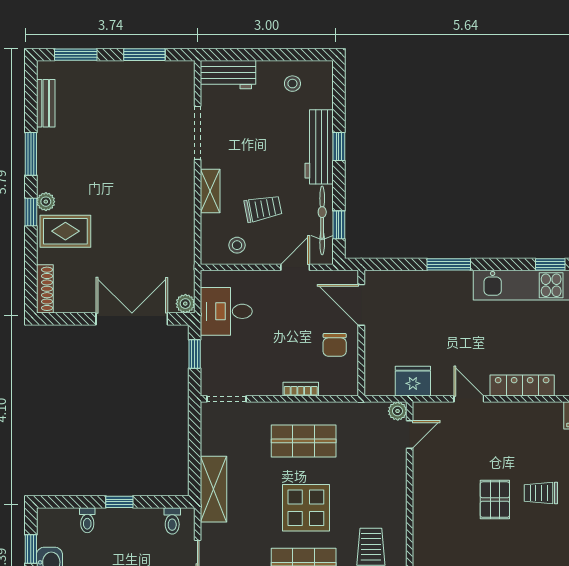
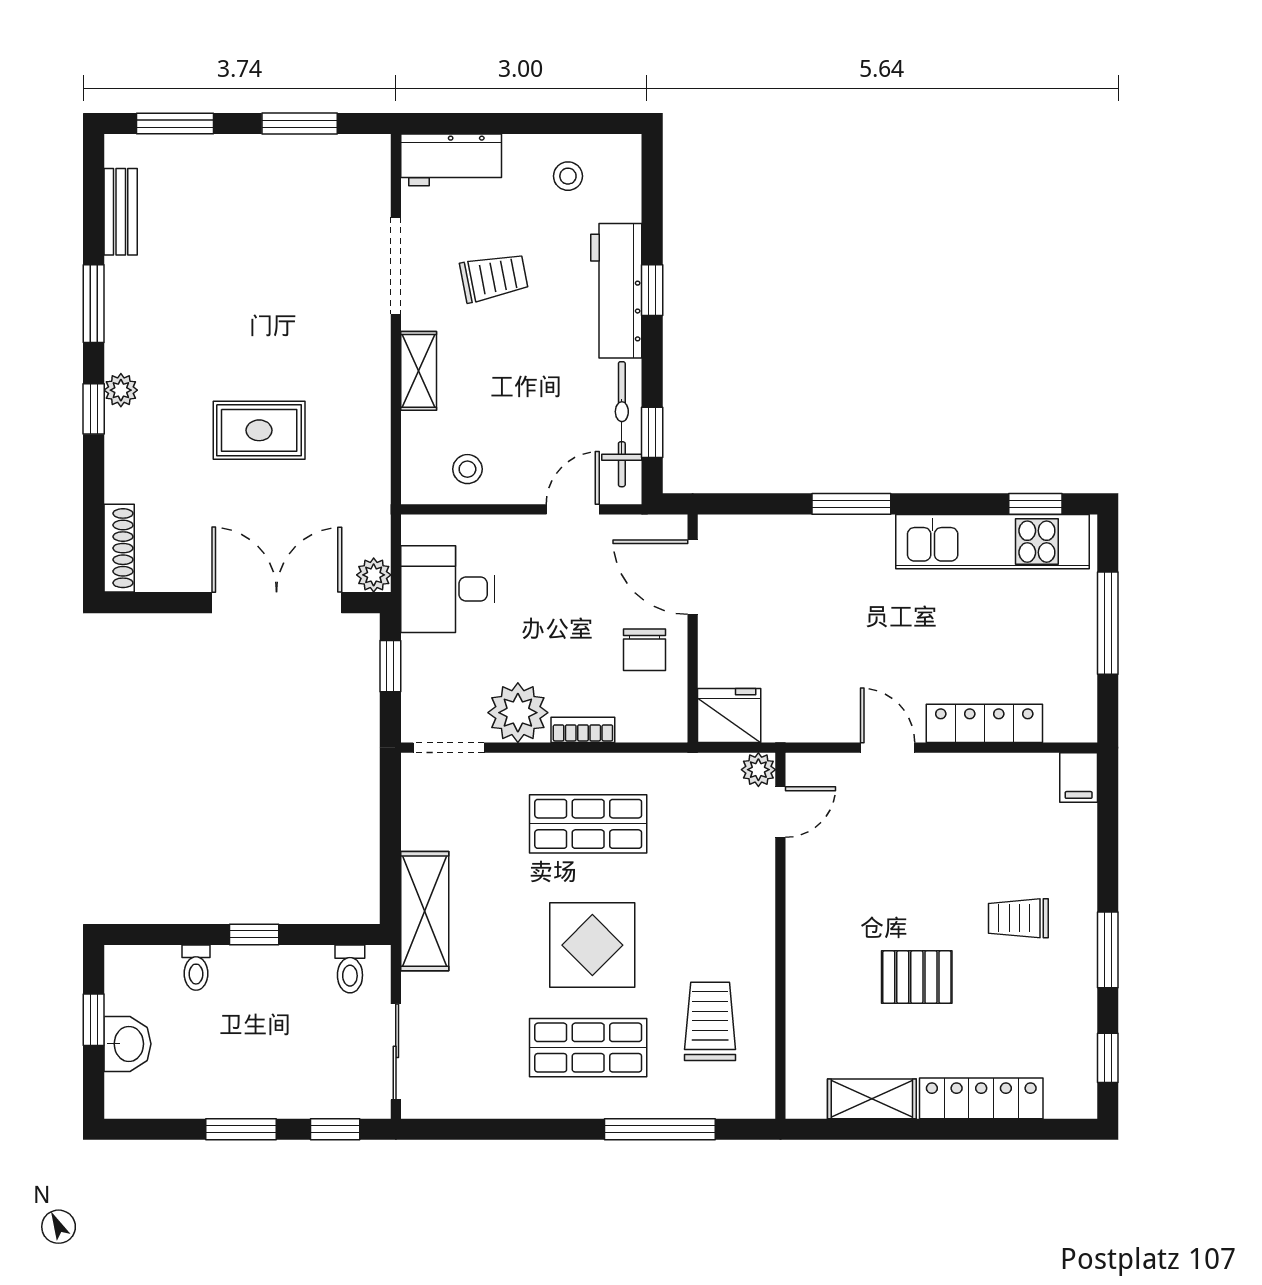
trolley: (263, 208) -> (494, 277), moved
rug: (65, 231) -> (259, 430), moved
plant: (265, 380) -> (518, 713), added
fridge: (413, 381) -> (729, 715), moved
pallet: (495, 500) -> (917, 977), moved, turned 90

